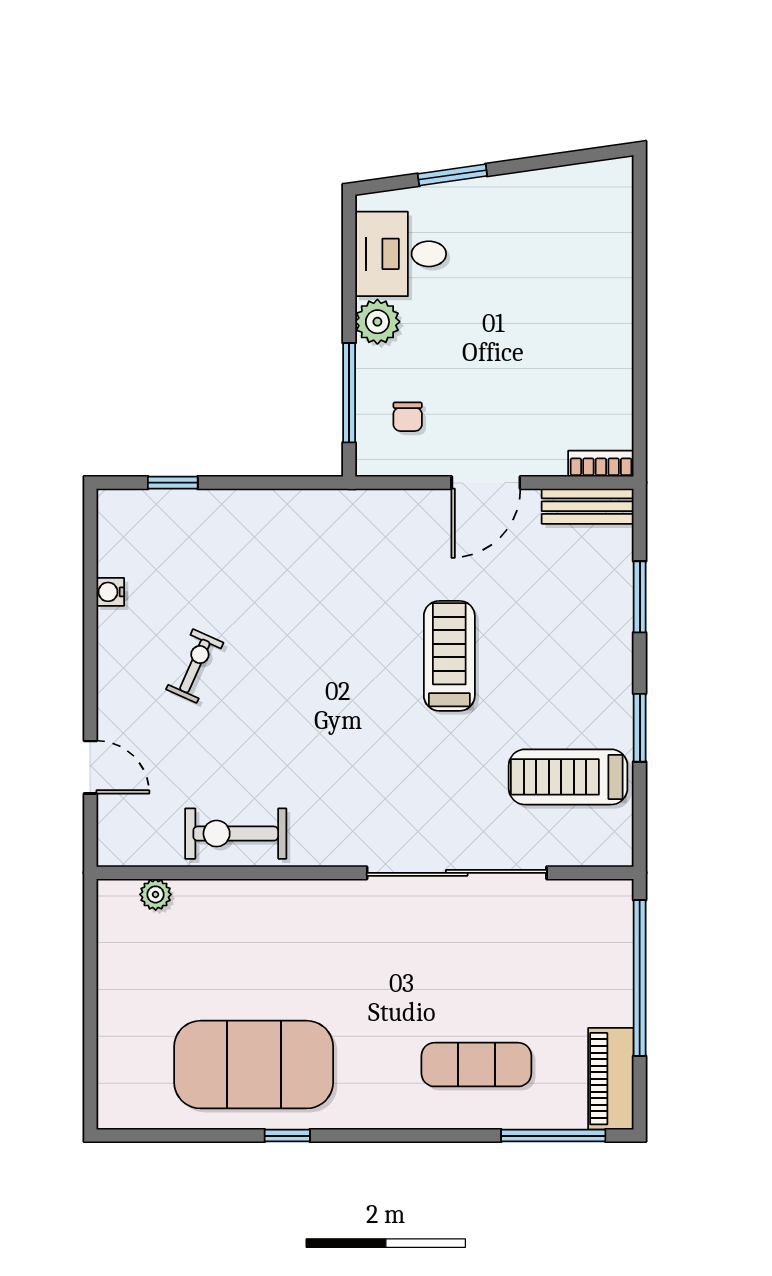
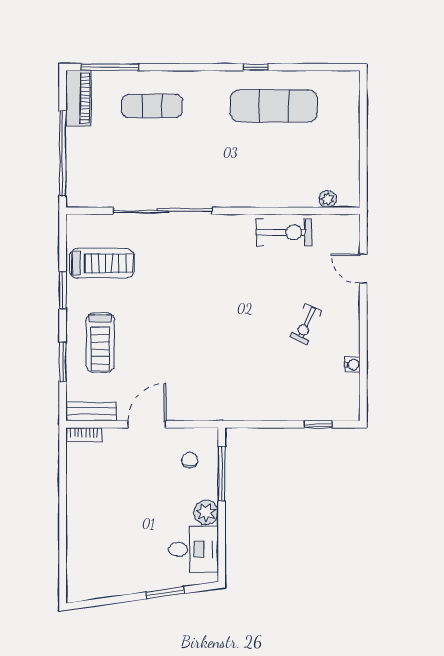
treadmill: (449, 656) -> (100, 343), moved
exercise mat: (254, 1065) -> (274, 106), width x0.68

